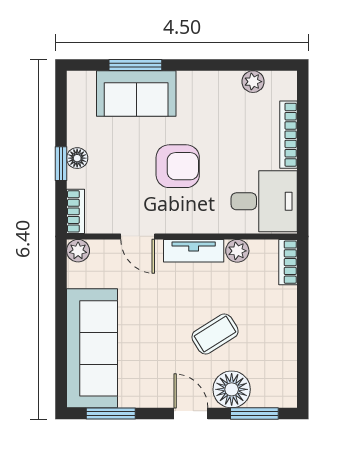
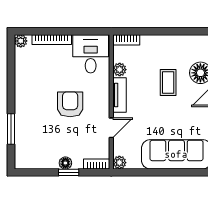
plant: (253, 82) -> (21, 41), moved
sofa: (136, 94) -> (28, 129), removed
coffee table: (215, 334) -> (168, 82), turned 32

